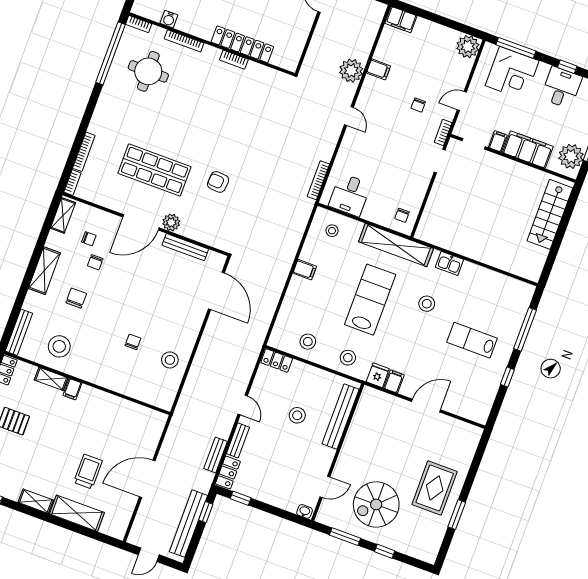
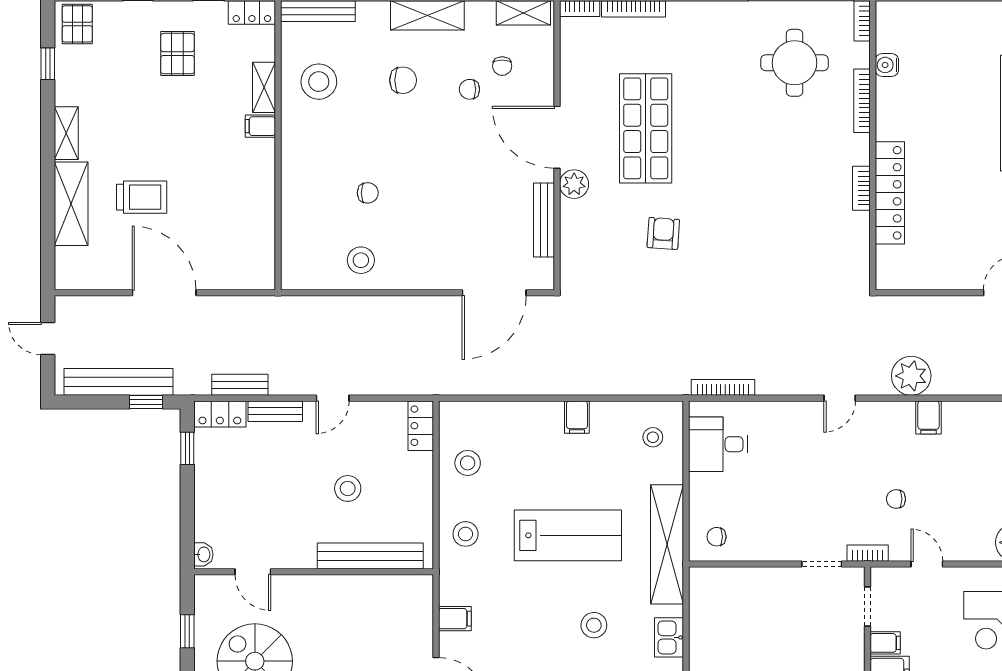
fridge: (378, 375) -> (455, 590), removed
window: (345, 537) -> (187, 631), width x0.67

